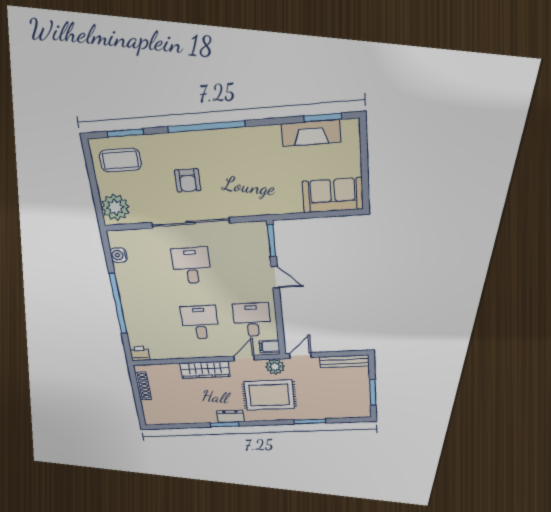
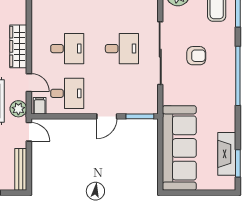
armchair: (188, 180) -> (196, 56), turned 180
sofa: (333, 195) -> (179, 148), width x1.85, depth x1.27

